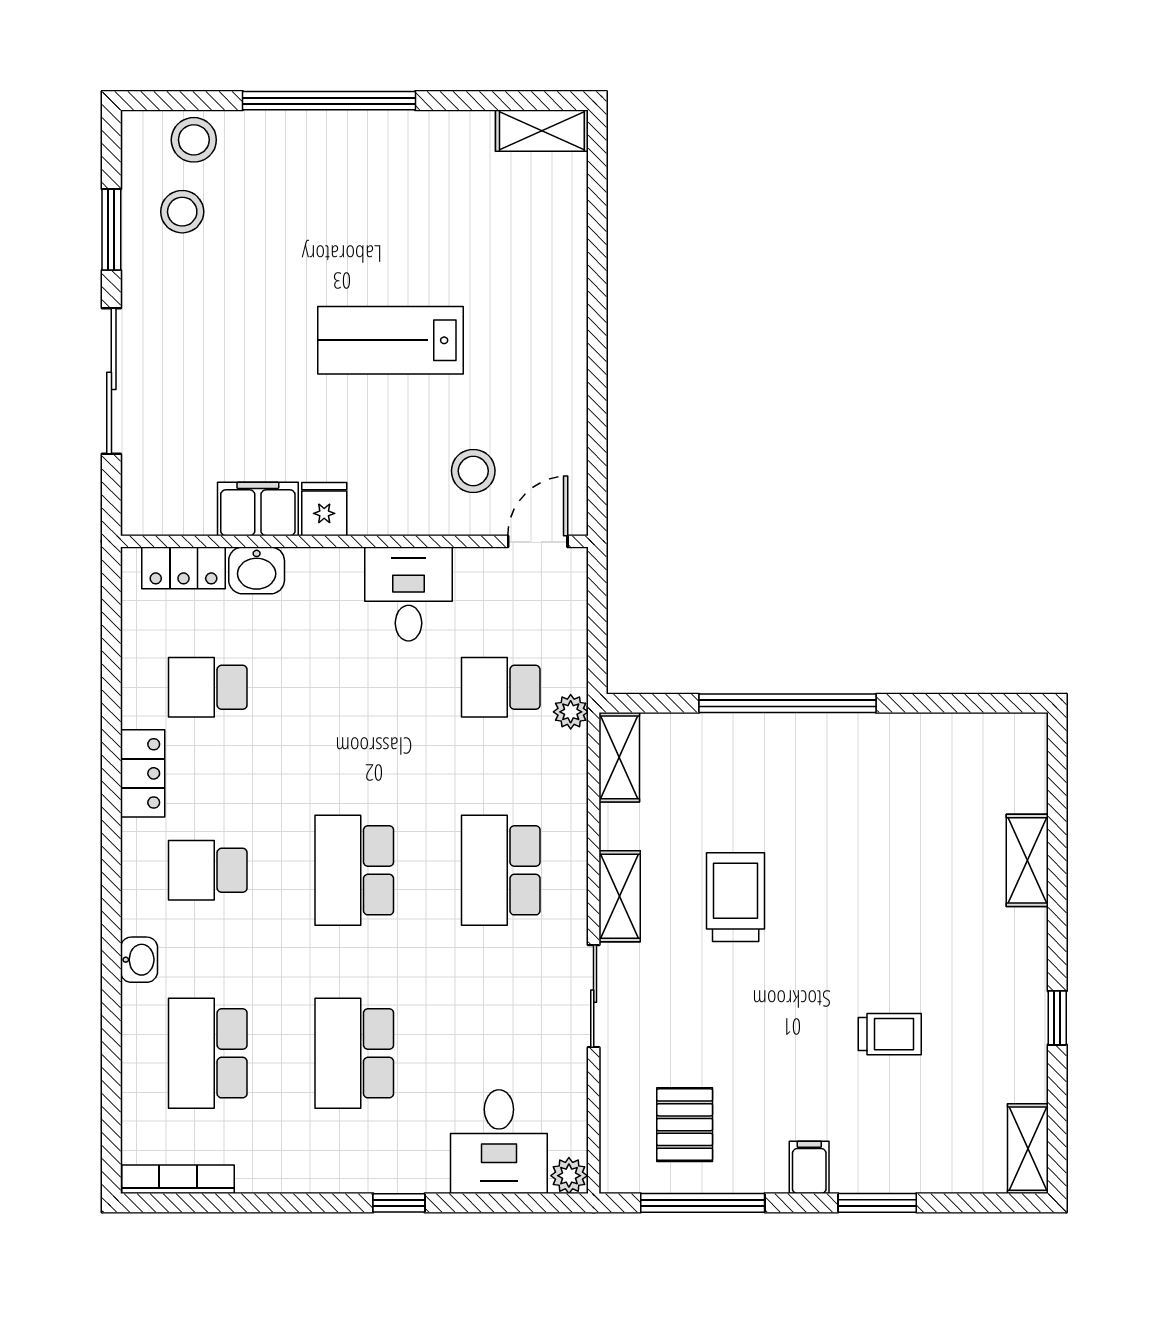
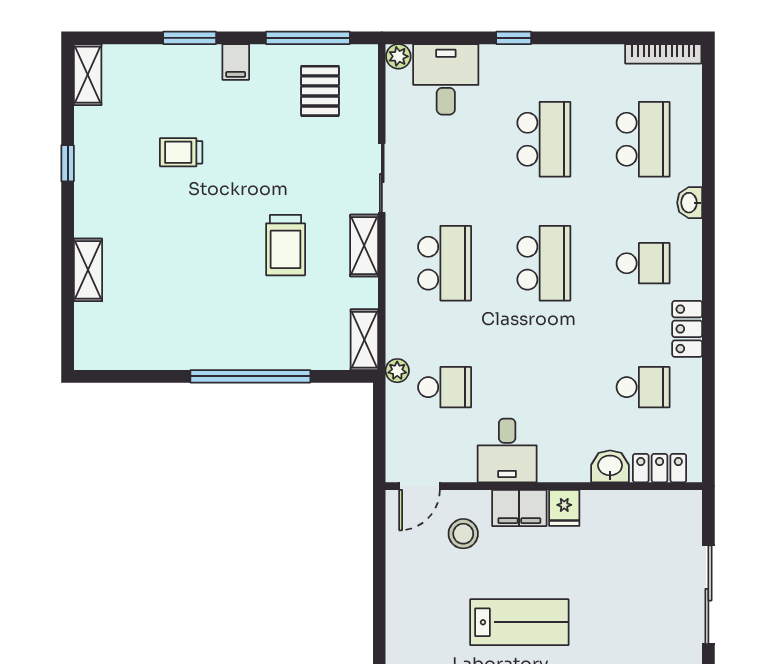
filing cabinet: (258, 509) -> (519, 508), moved

